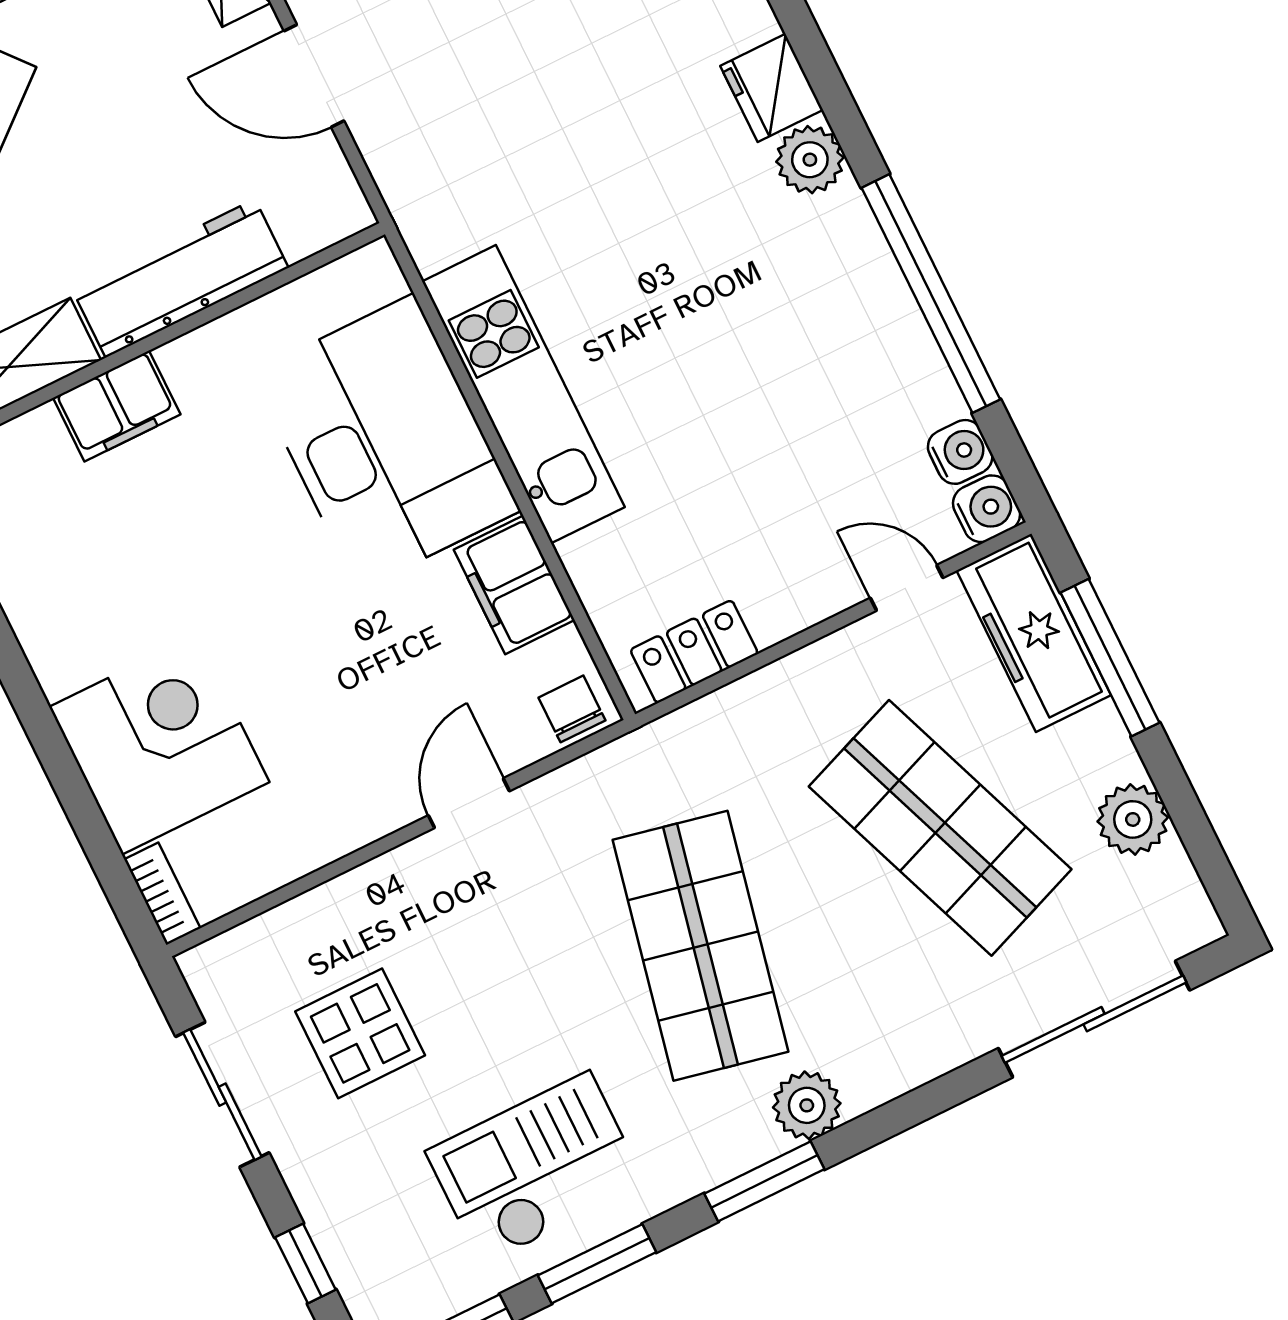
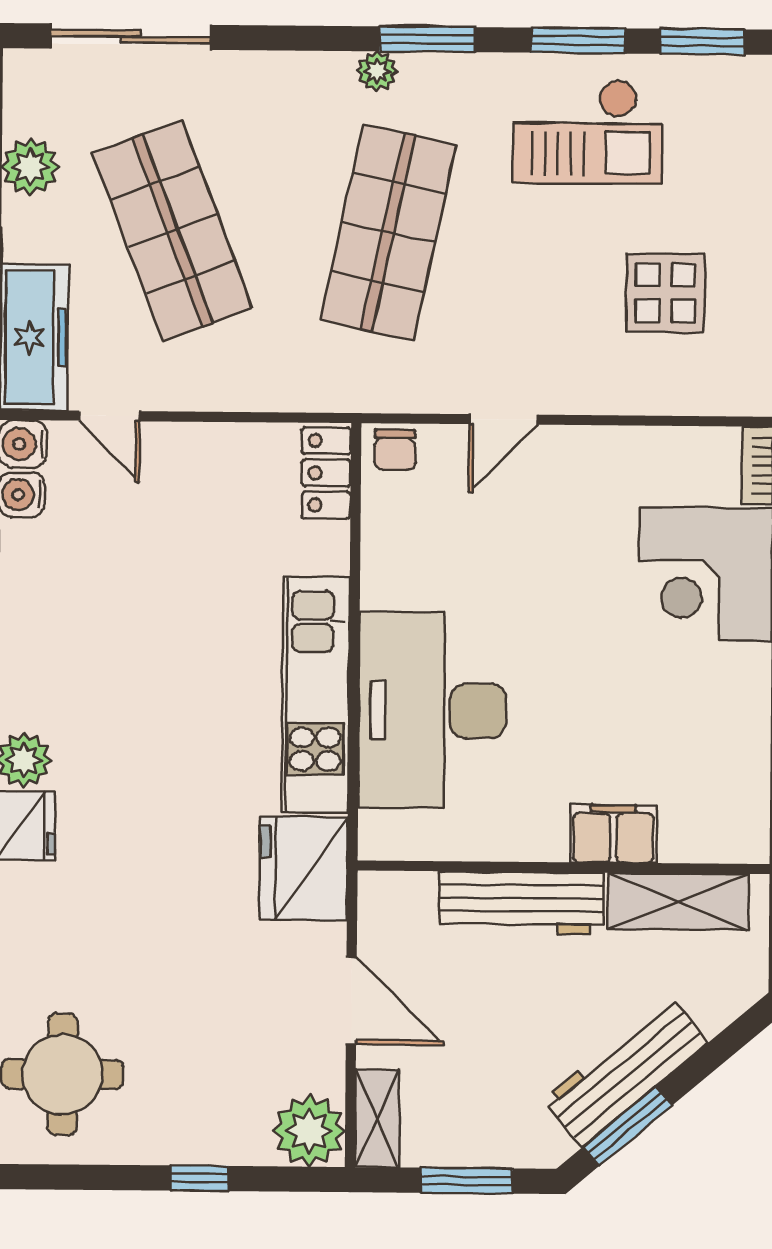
fridge: (440, 195) -> (304, 869), added
filing cabinet: (514, 585) -> (392, 561), removed
locker: (694, 652) -> (326, 473), moved, turned 90
plant: (807, 1105) -> (377, 71), width x0.73, depth x0.73

